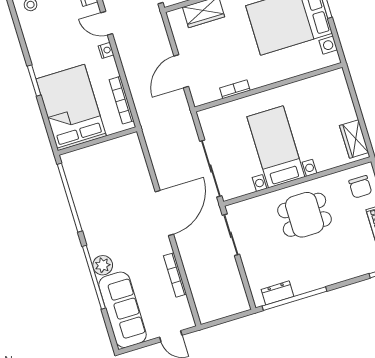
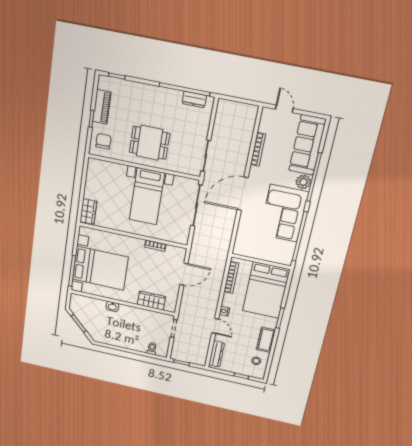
cot: (35, 41) -> (266, 340), added
wardrobe: (354, 139) -> (88, 212), moved
corner sofa: (104, 216) -> (284, 213), added

